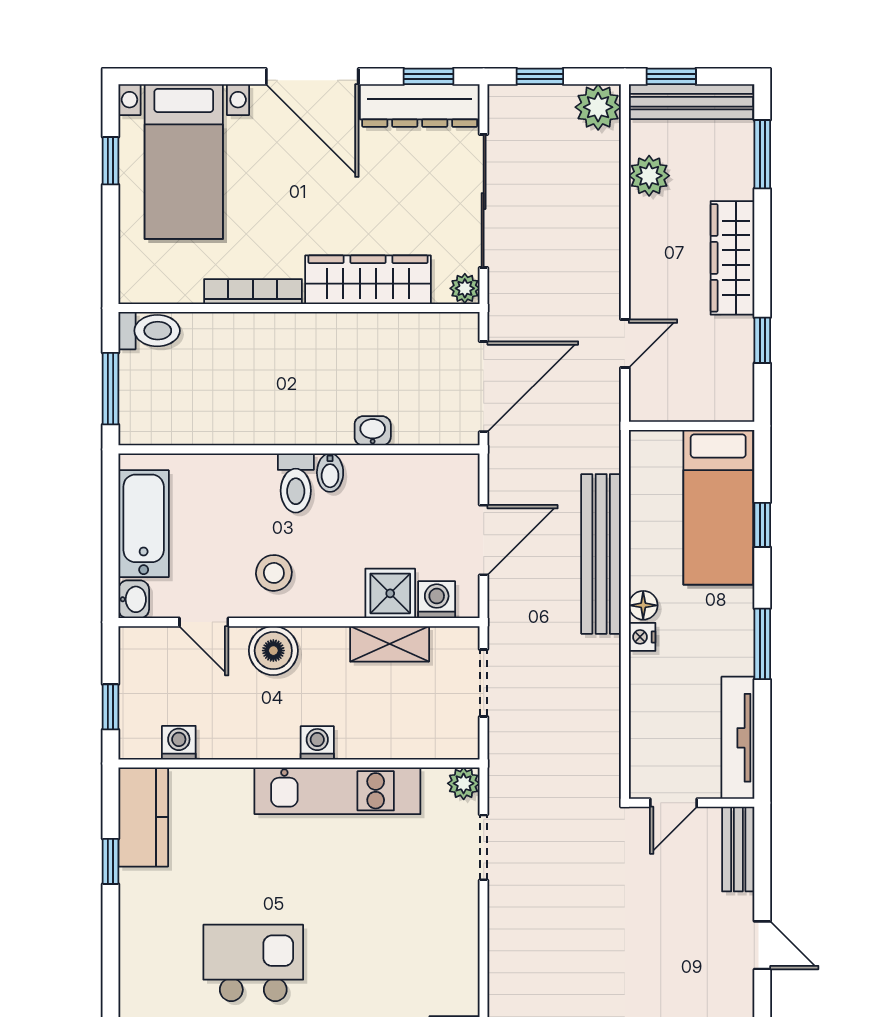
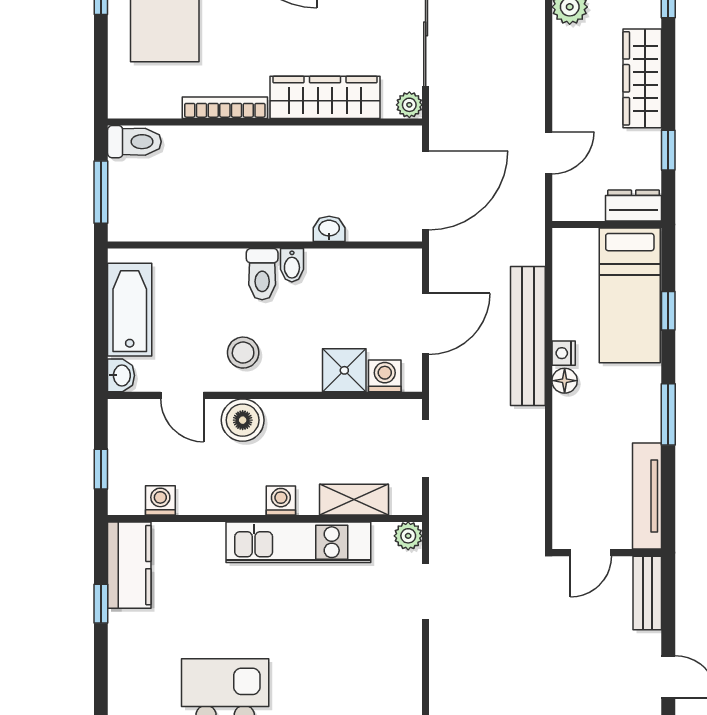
dresser: (722, 404) -> (634, 205), added
nightstand: (642, 637) -> (564, 353), moved
shelving: (390, 644) -> (354, 500), moved

